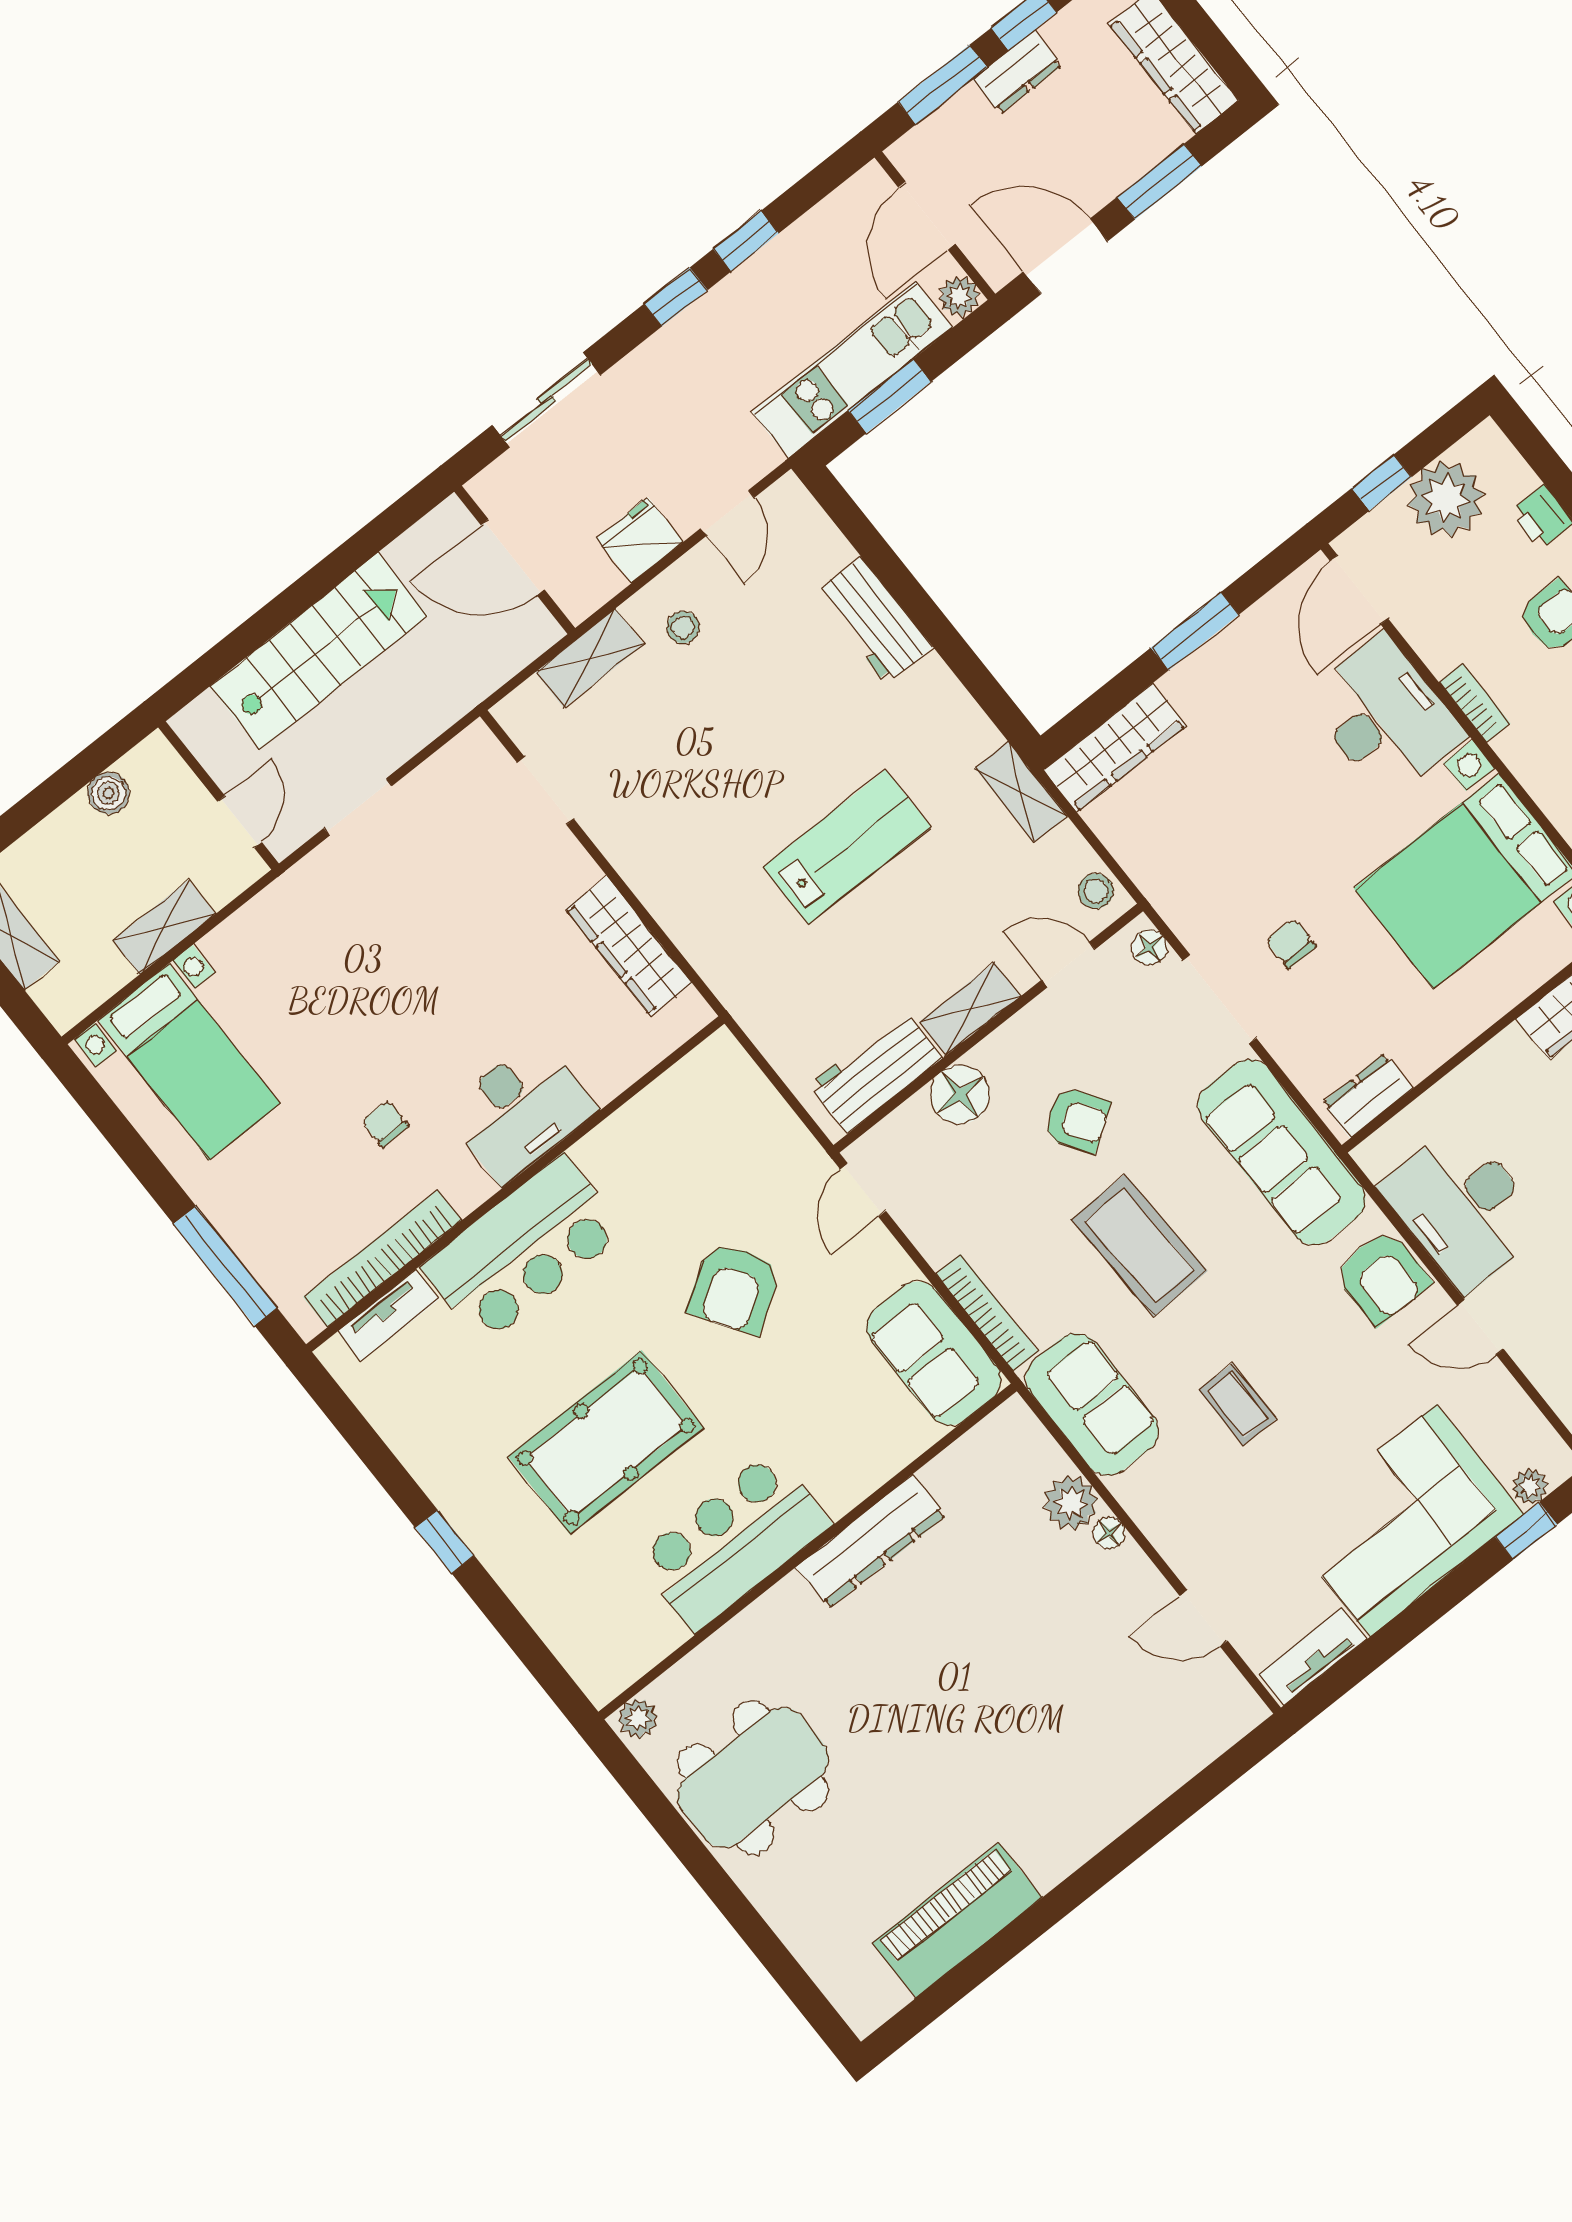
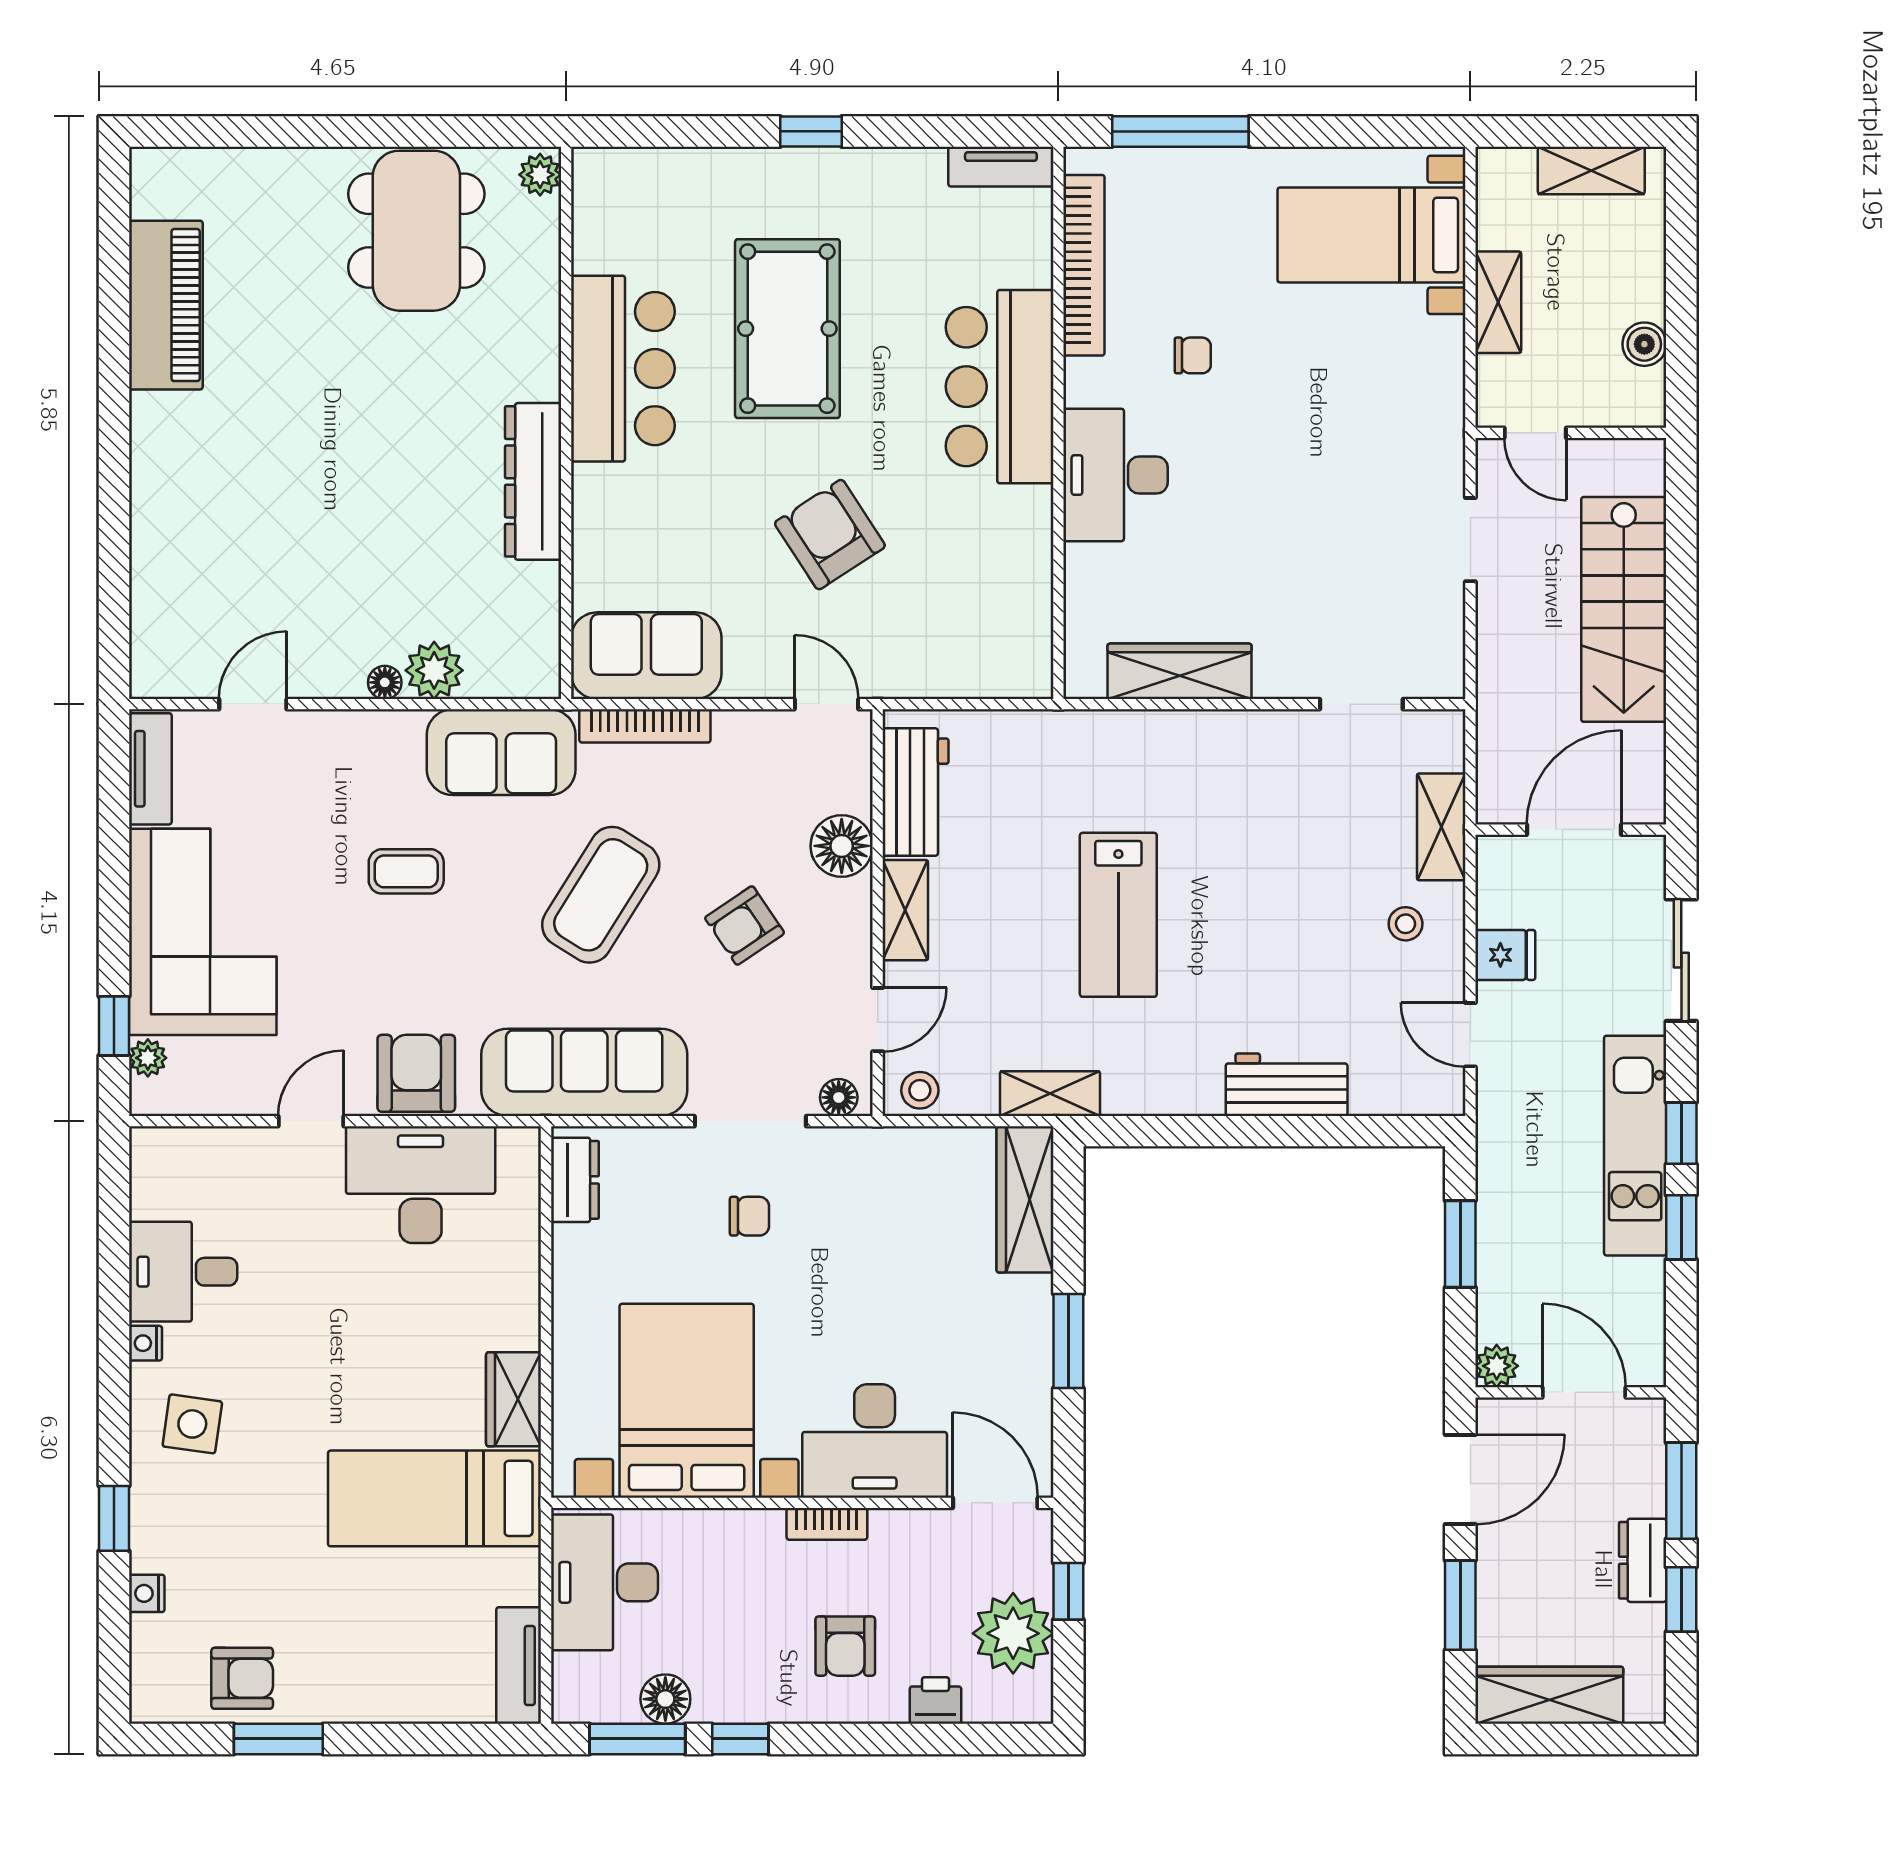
kitchen unit: (852, 370) -> (1635, 1146), moved, turned 180
fridge: (640, 540) -> (1505, 955), width x0.72
coffee table: (1139, 1245) -> (601, 895), turned -56
armchair: (1382, 1277) -> (416, 1073), turned 90
tv unit: (389, 1315) -> (1001, 167), moved, turned -90

